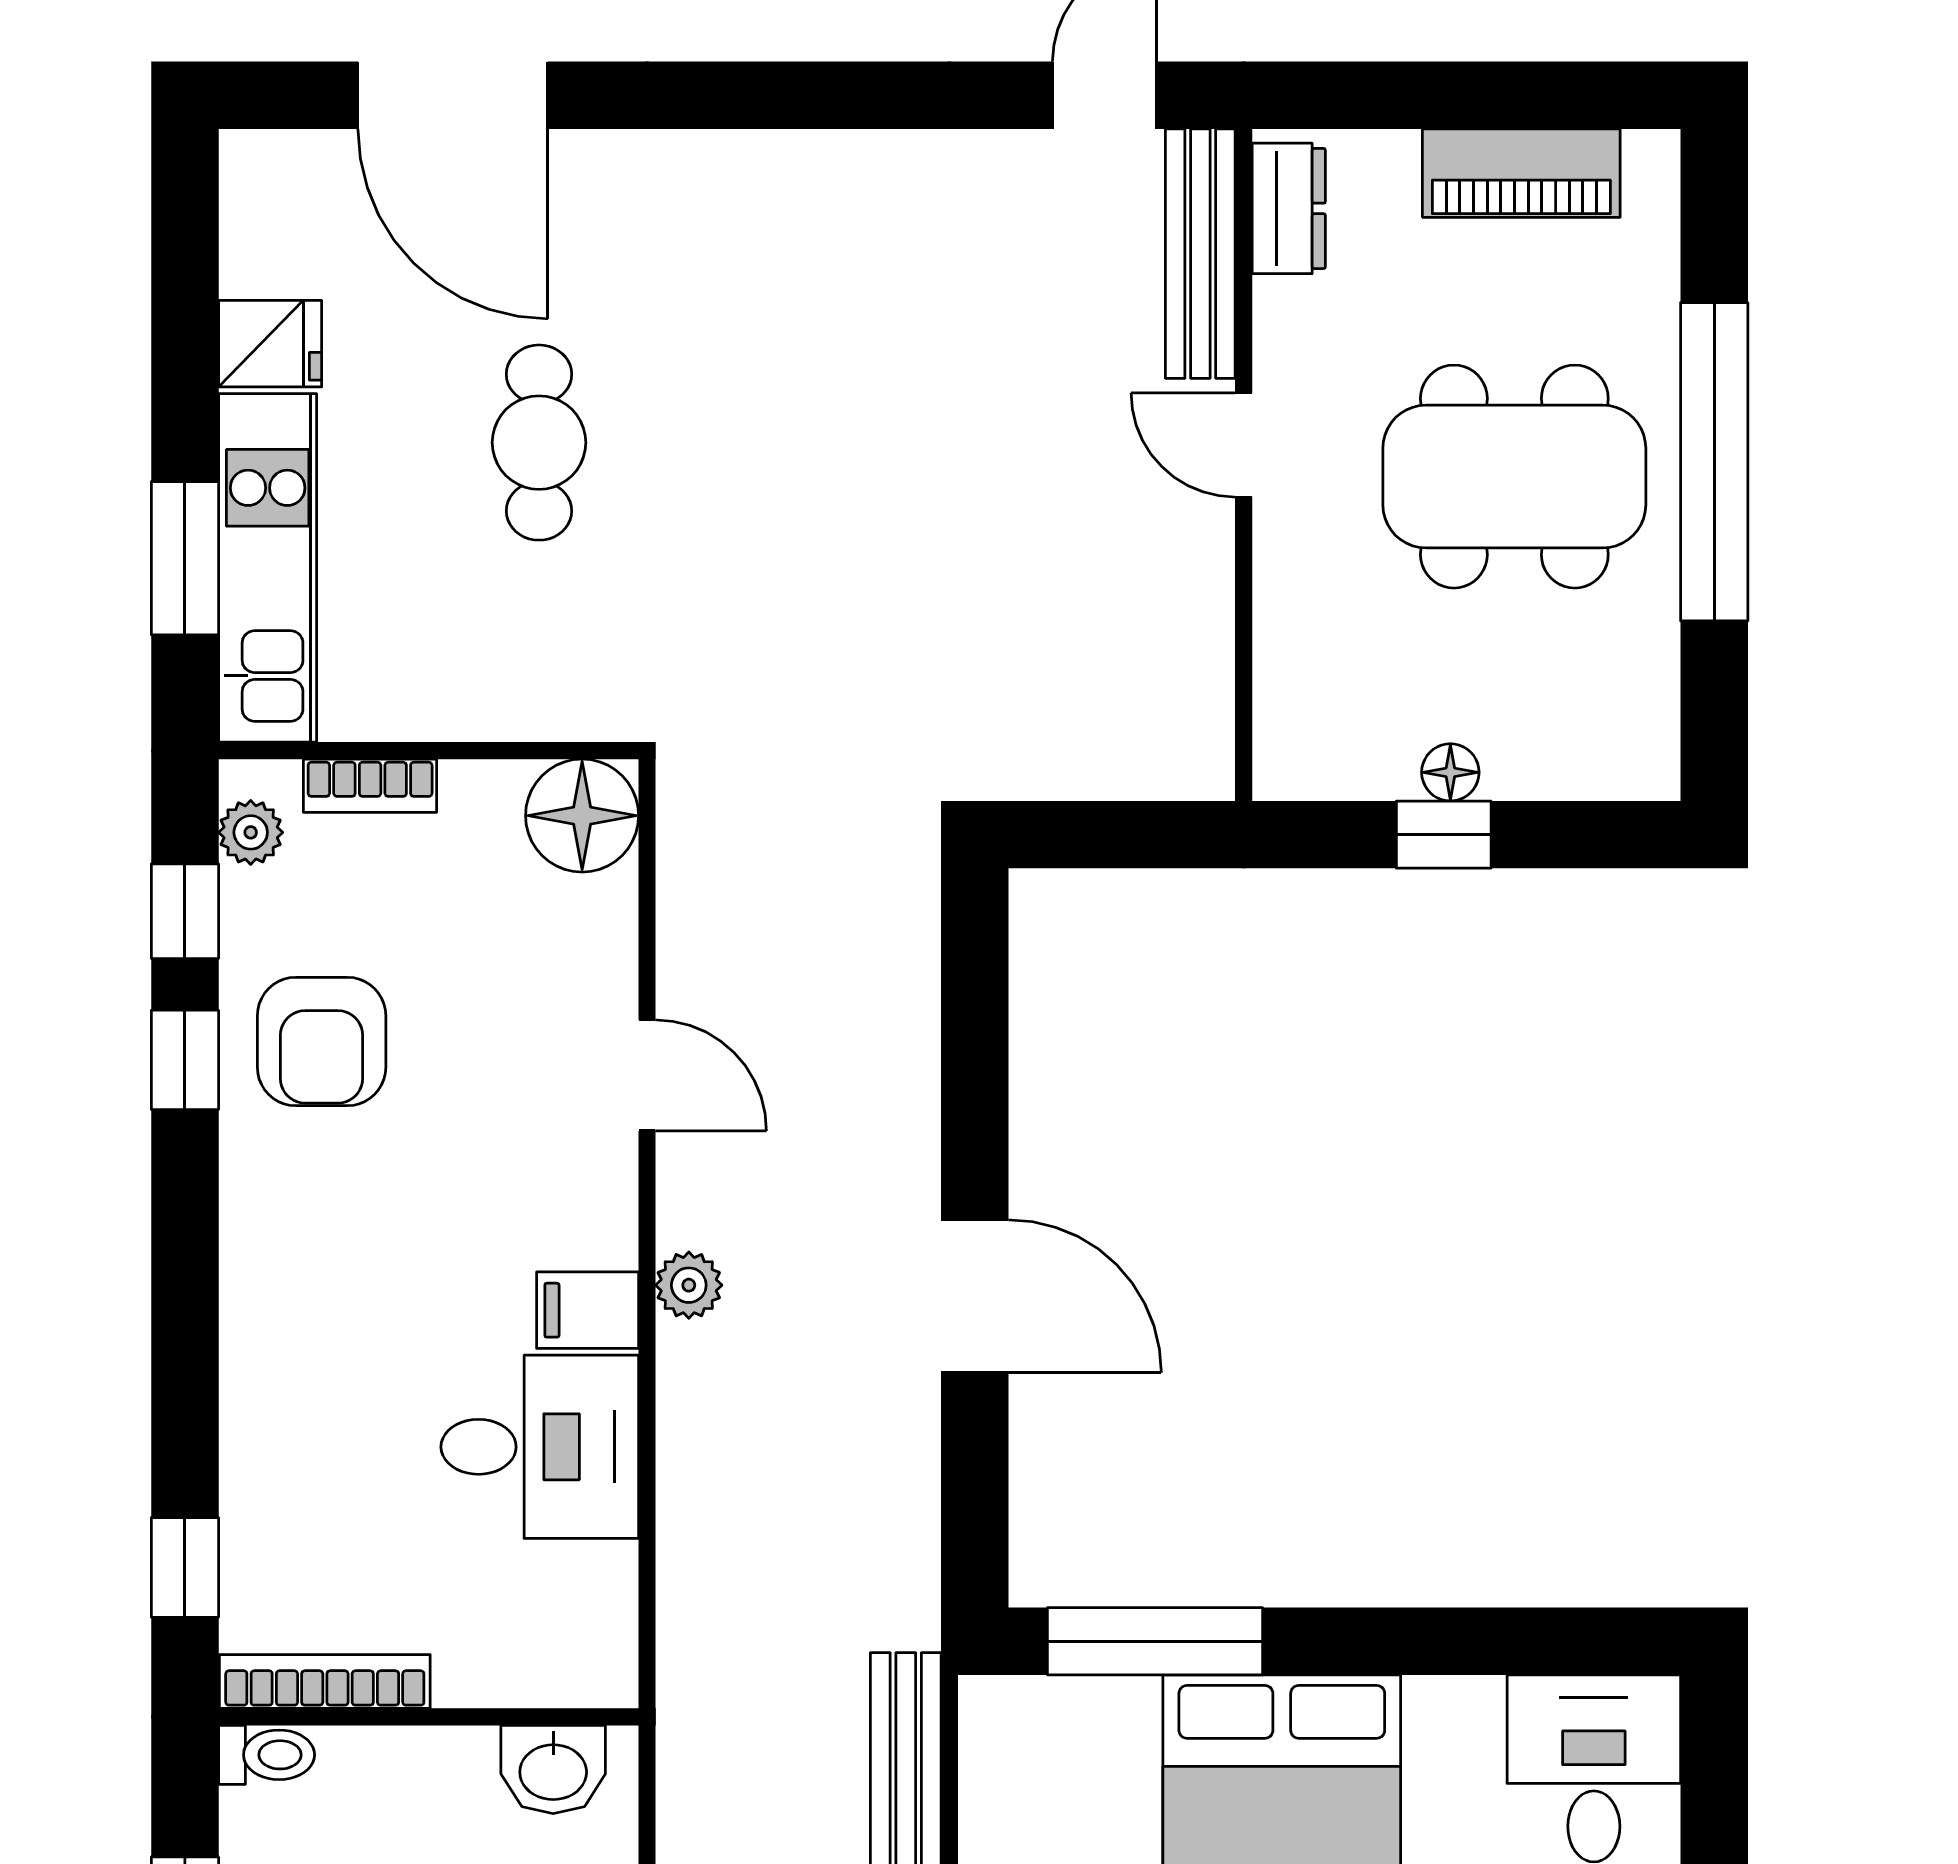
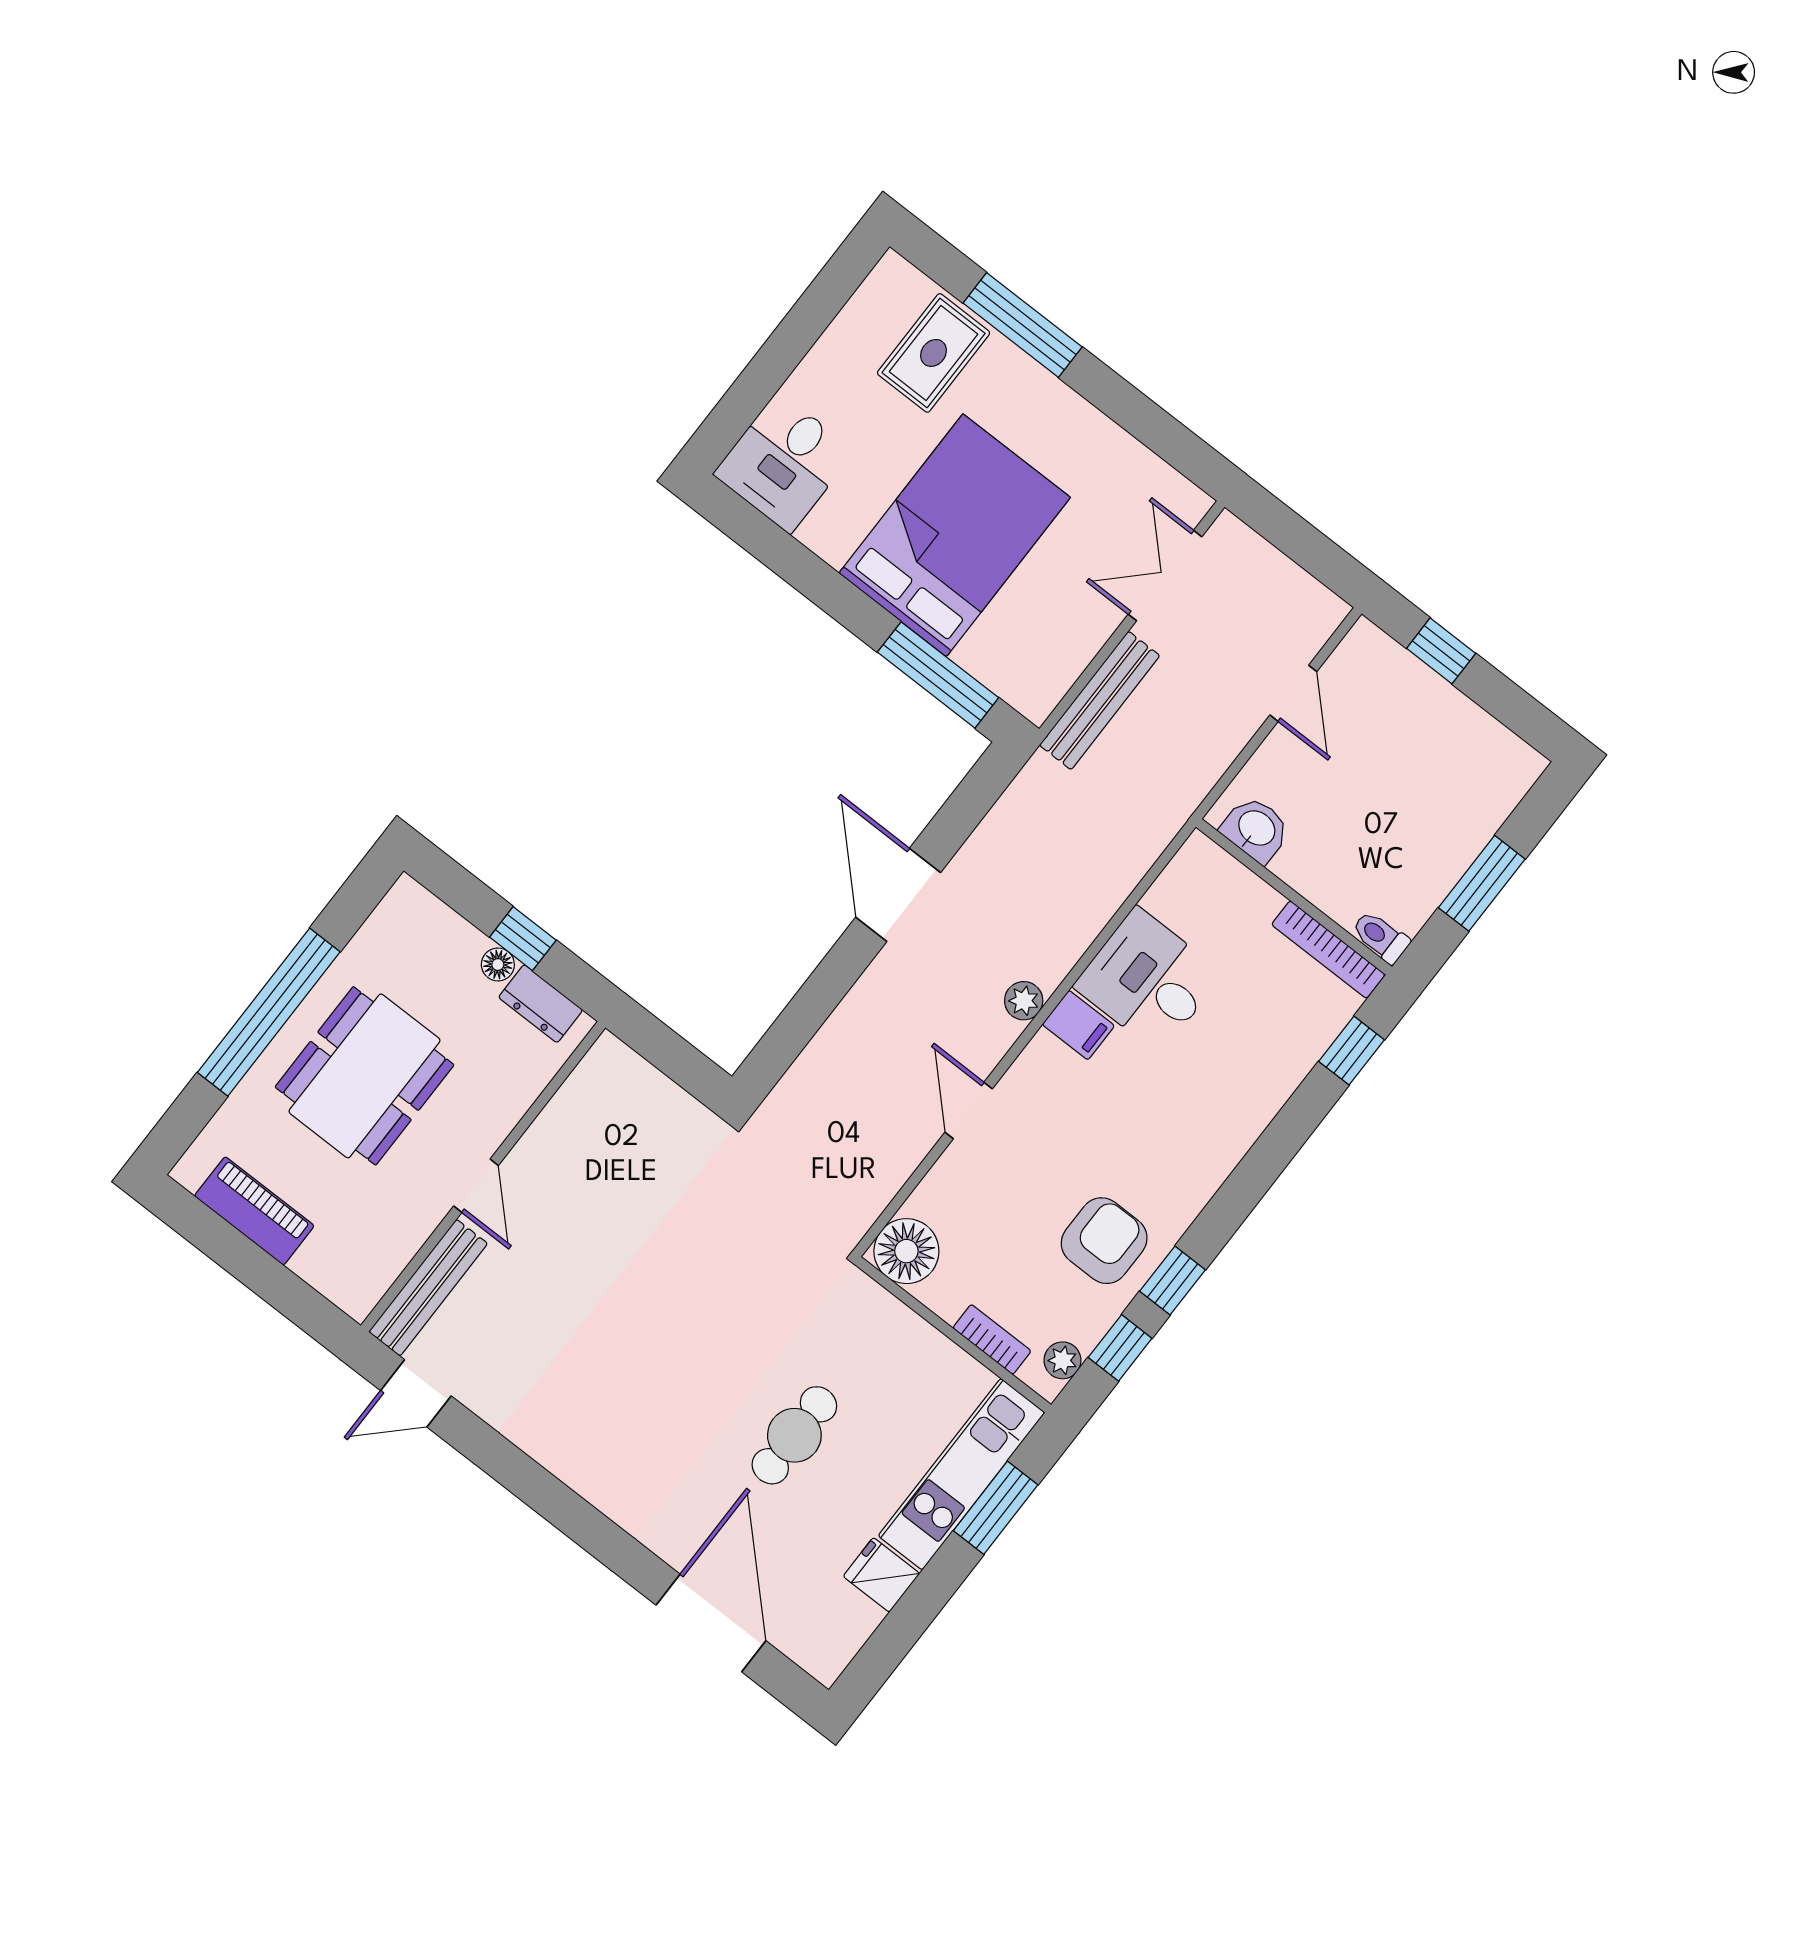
dresser: (1289, 208) -> (541, 1004), moved, turned -90
dining table: (1514, 477) -> (365, 1076), turned 90

